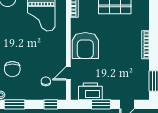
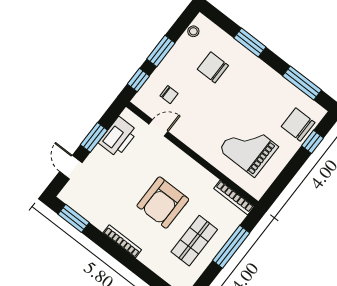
armchair: (85, 46) -> (163, 203), moved, turned -90
door: (68, 73) -> (158, 128), hinge flipped
window: (14, 104) -> (161, 51), moved

